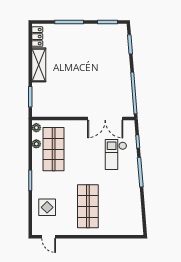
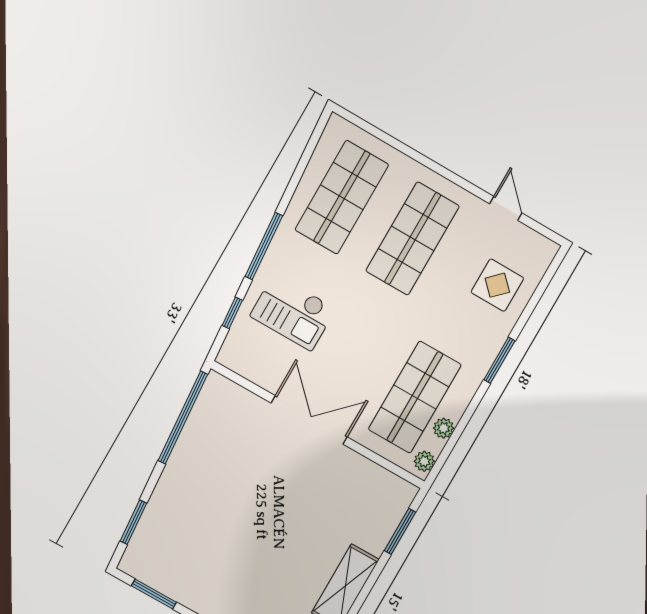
double door: (105, 119) -> (309, 420), moved
checkout: (116, 154) -> (293, 312), turned 90
shop shelf: (122, 206) -> (342, 197), added
door: (49, 237) -> (506, 208), moved

